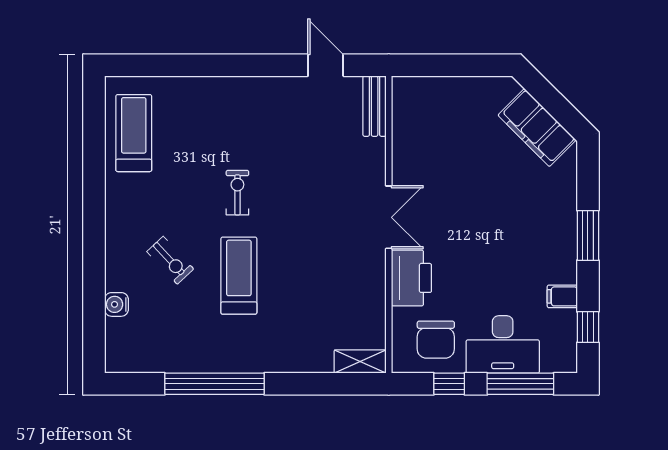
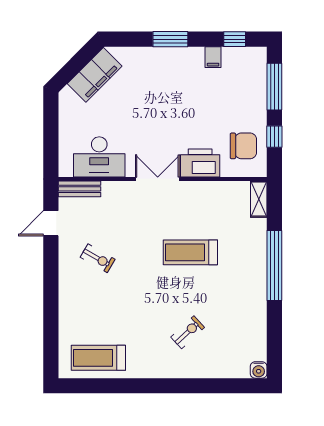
exercise bike: (237, 193) -> (98, 258), moved, turned -150
treadmill: (239, 276) -> (190, 252), moved
water cooler: (116, 304) -> (259, 370), moved
desk: (503, 344) -> (99, 157), moved, turned 90
window: (214, 384) -> (274, 265), moved

